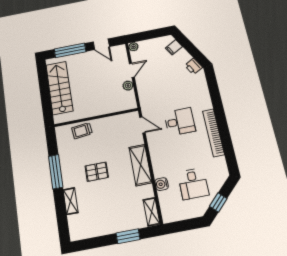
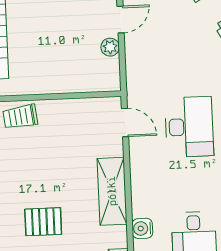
desk: (180, 122) -> (189, 127), width x1.37
pallet: (97, 172) -> (43, 222), moved

